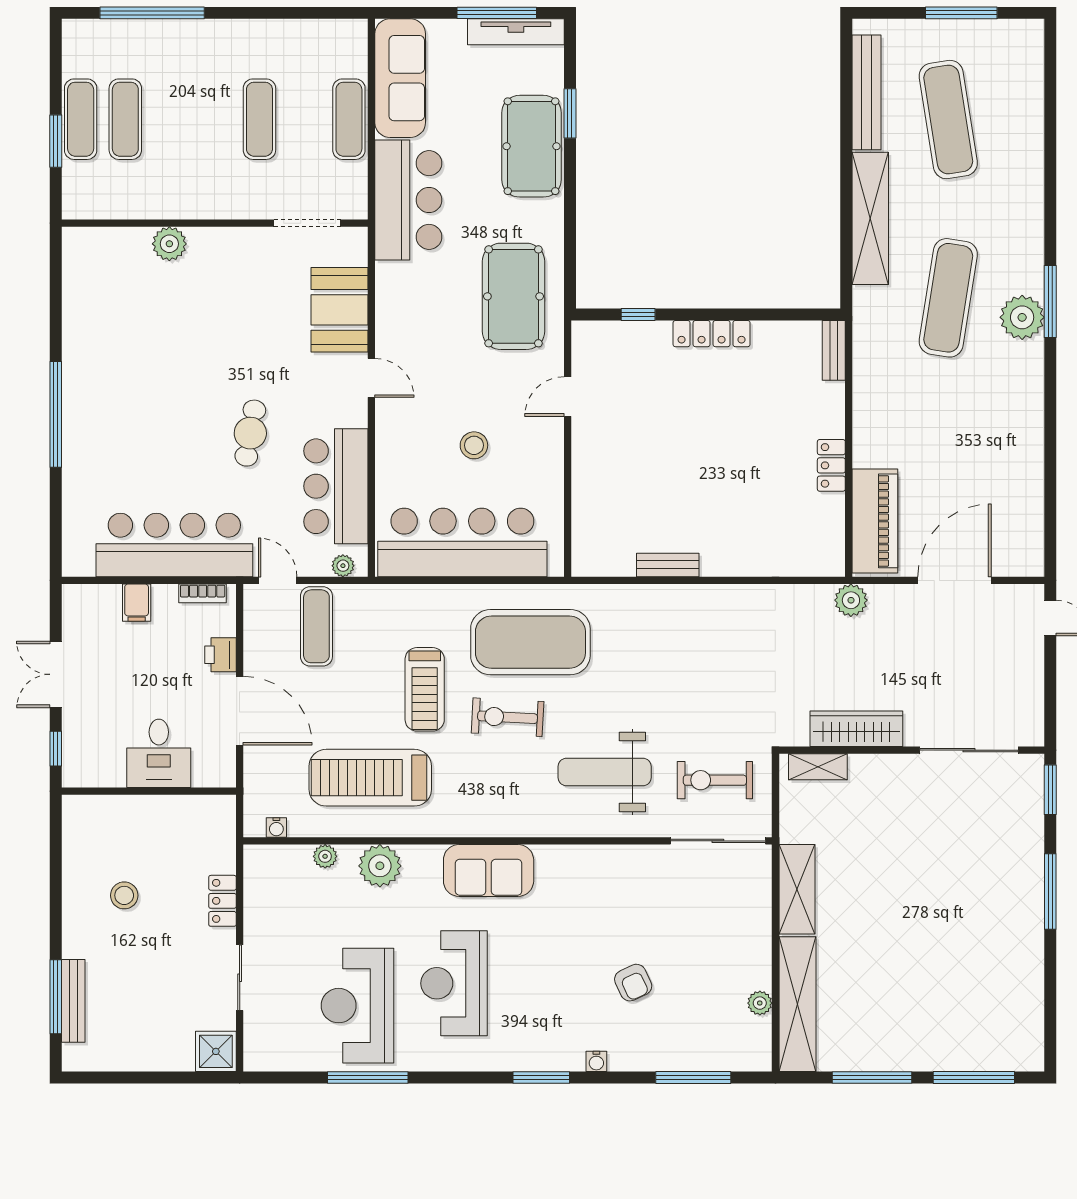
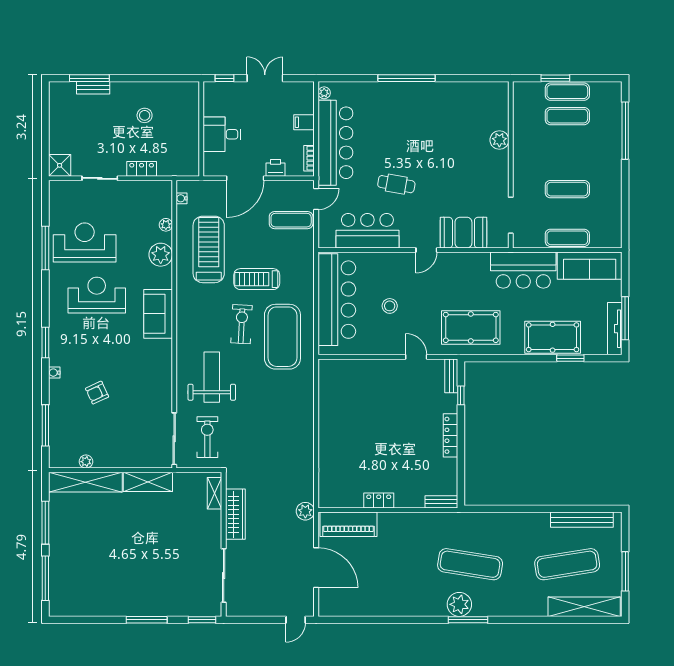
shelving: (870, 218) -> (584, 607), moved
bench: (668, 565) -> (451, 376), moved
plant: (343, 566) -> (324, 93), moved
bench: (73, 1001) -> (93, 88), width x0.73

